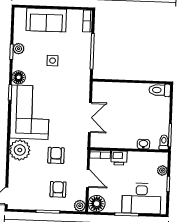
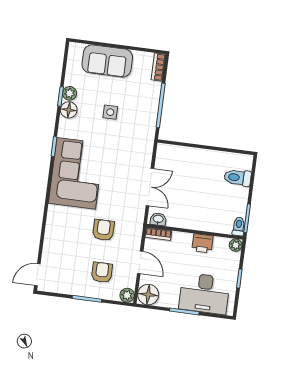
floor lamp: (19, 77) -> (69, 110), moved
toilet: (160, 90) -> (238, 178), moved
washbasin: (143, 144) -> (158, 219), moved
plant: (20, 150) -> (59, 219), removed
printer: (119, 158) -> (202, 243), moved
plant: (162, 170) -> (236, 245), moved

